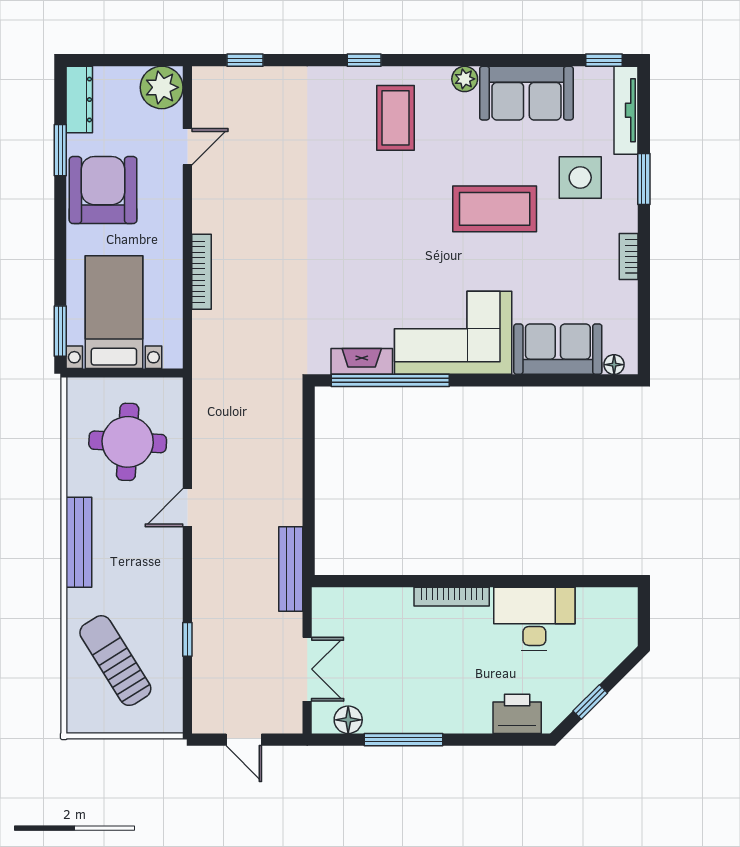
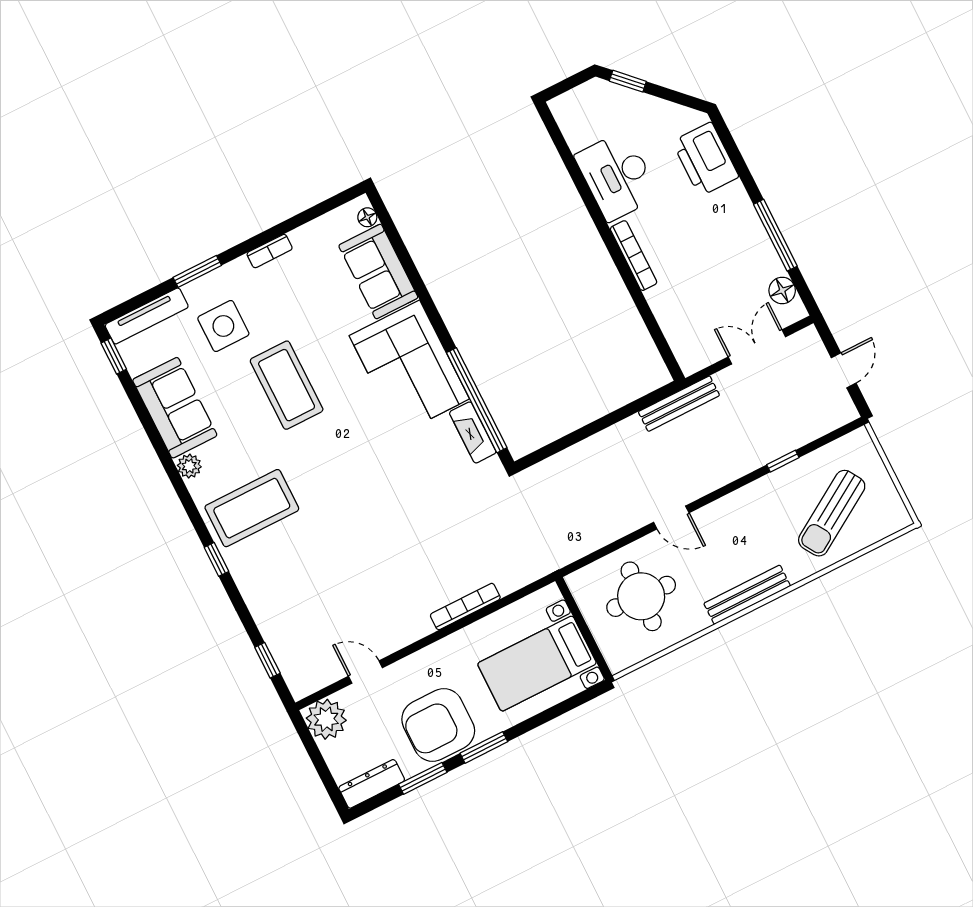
coffee table: (395, 118) -> (252, 508), width x1.36, depth x1.32
window: (60, 331) -> (484, 747), moved
window: (590, 702) -> (628, 81), moved
printer: (517, 714) -> (705, 159), width x1.37, depth x1.19

